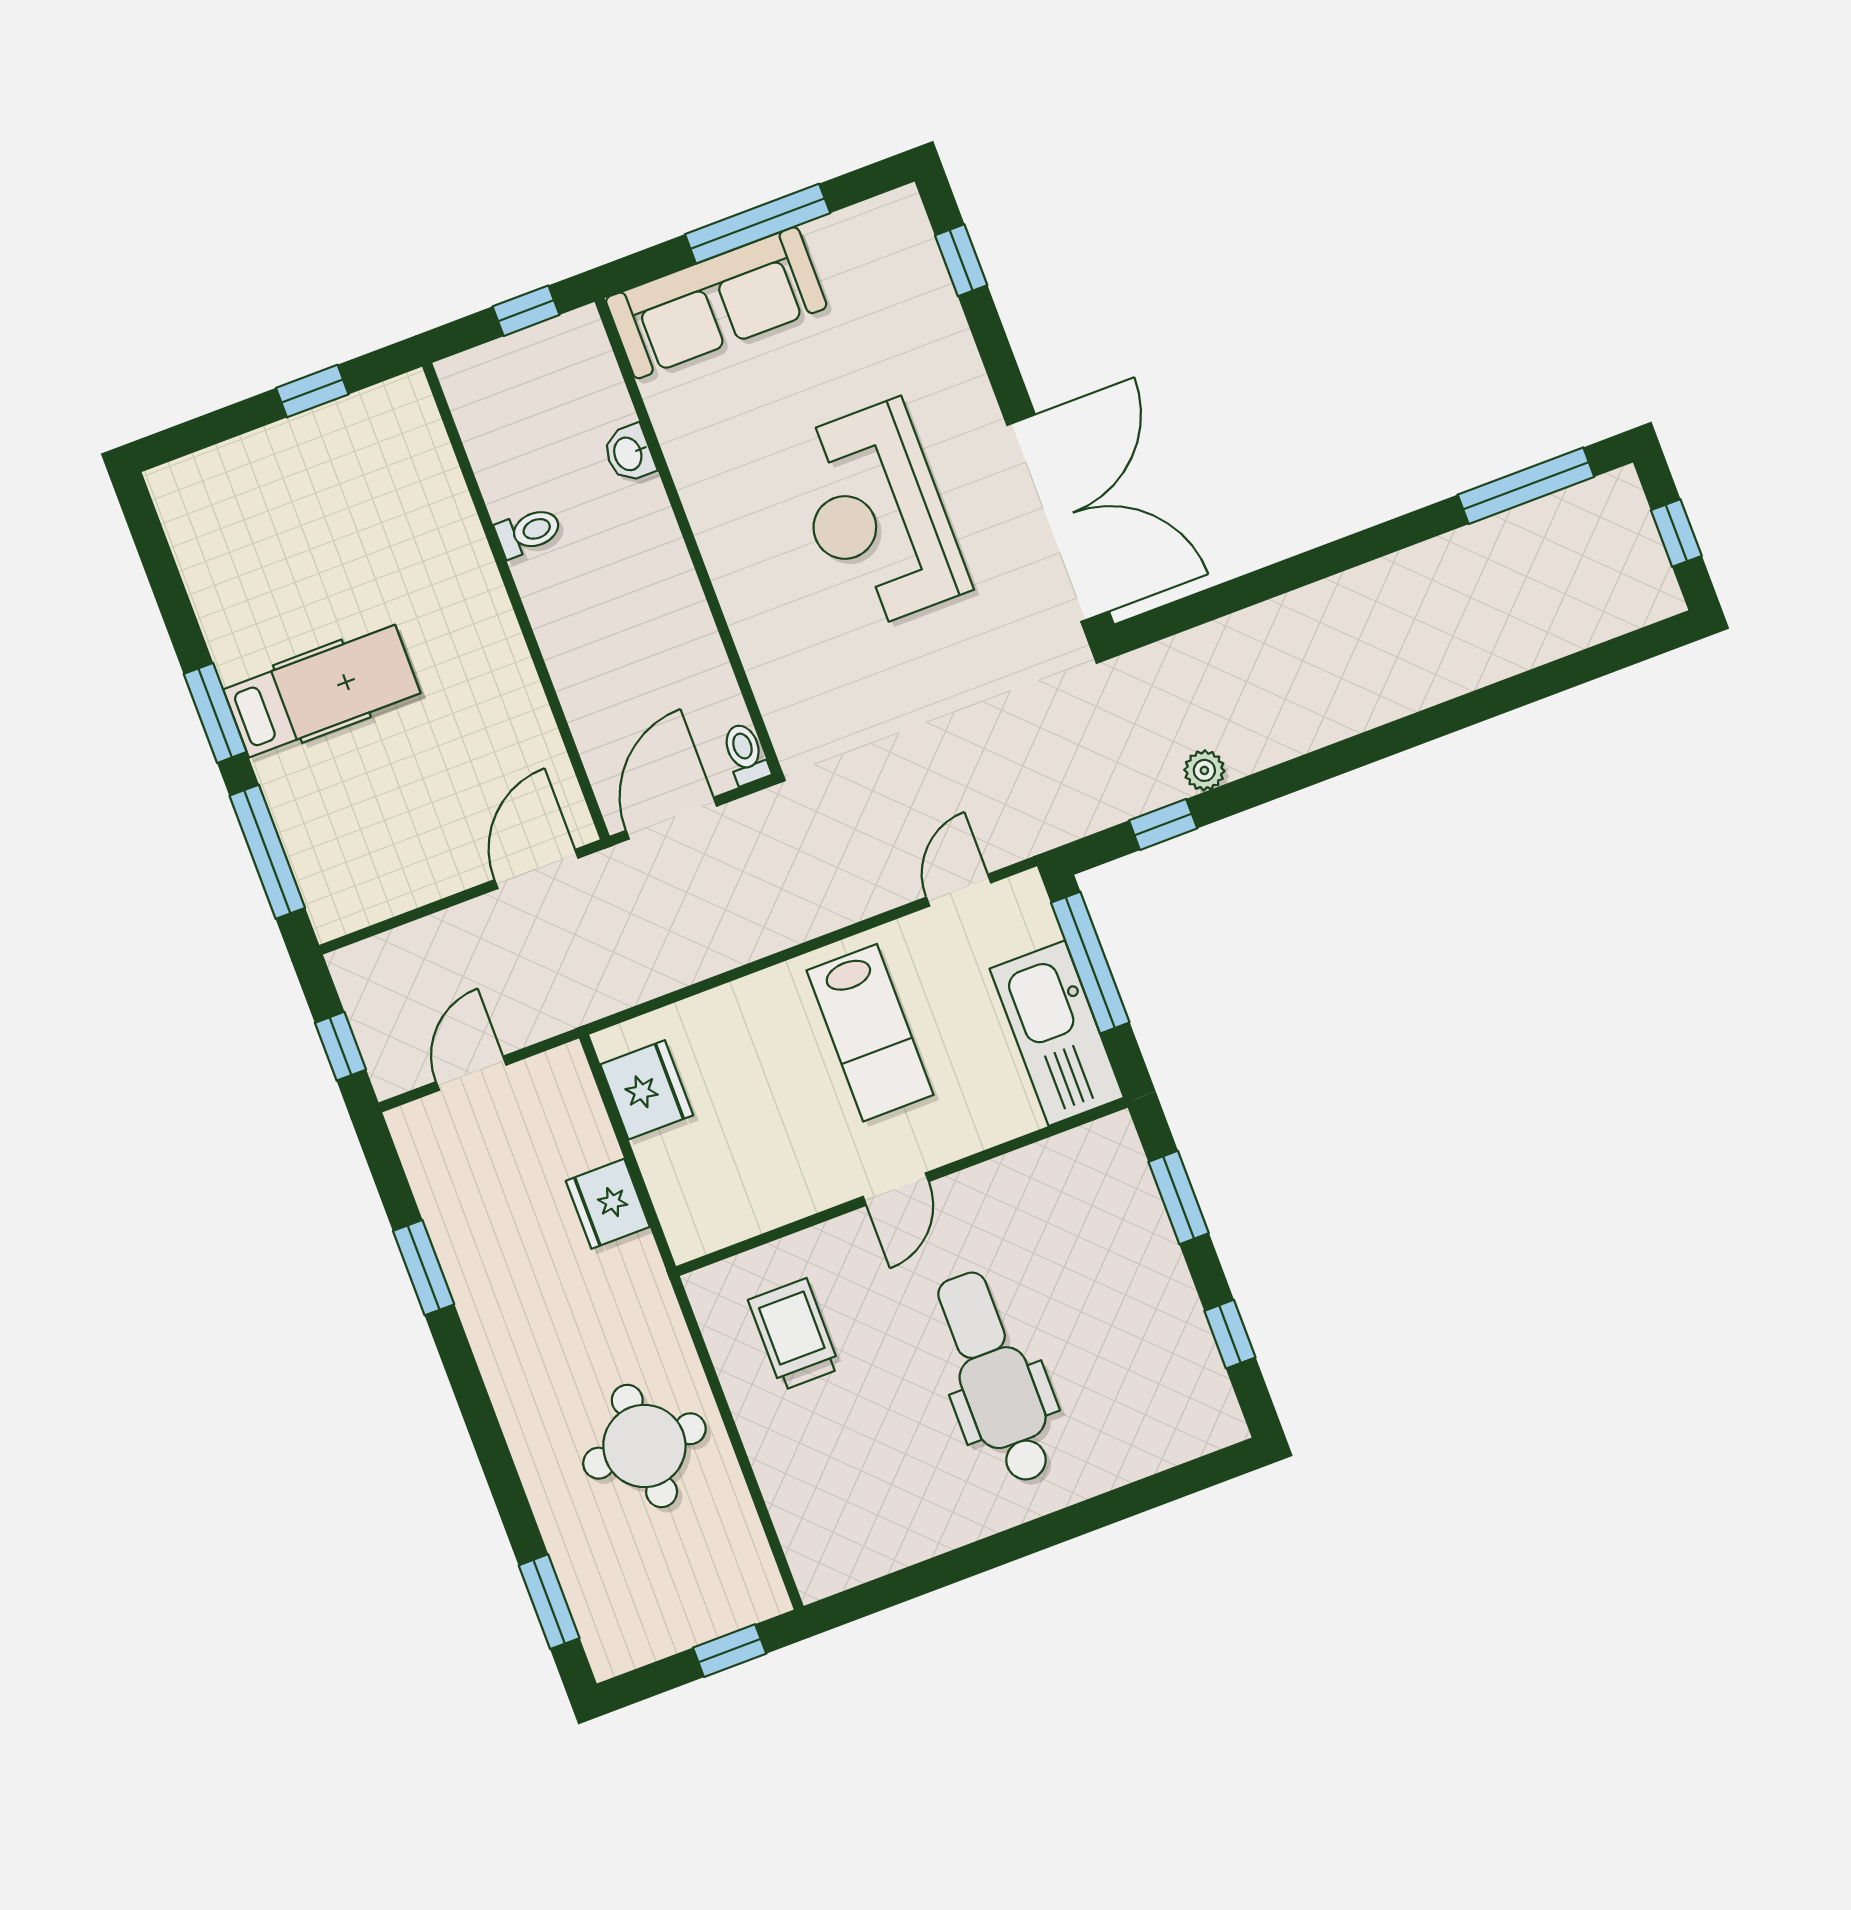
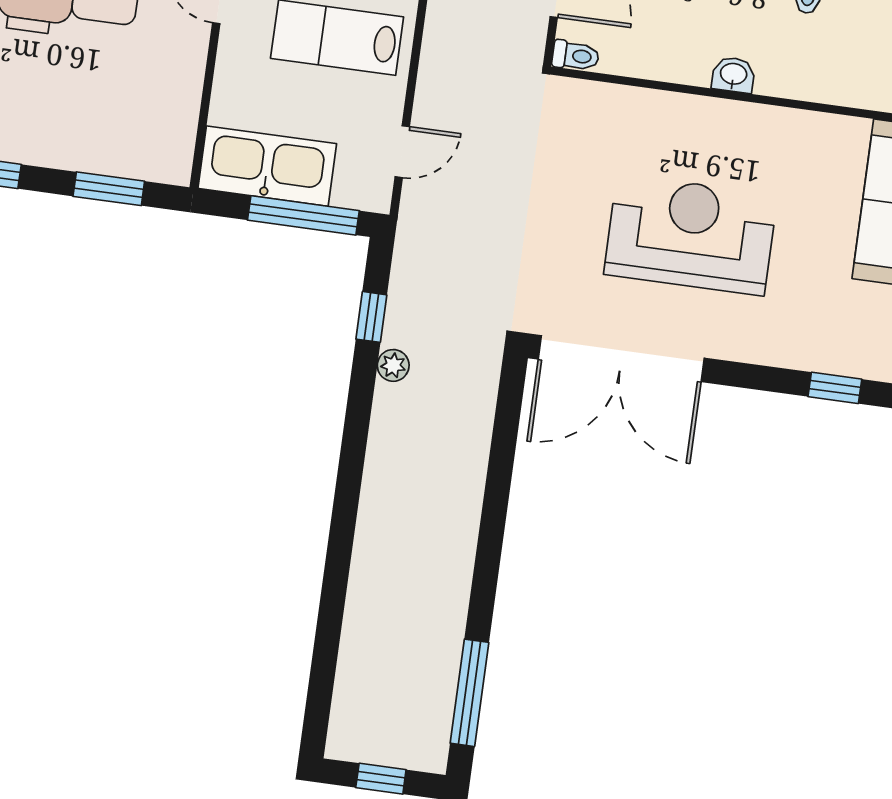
washbasin: (629, 453) -> (733, 75), moved
door: (959, 890) -> (402, 152), hinge flipped

